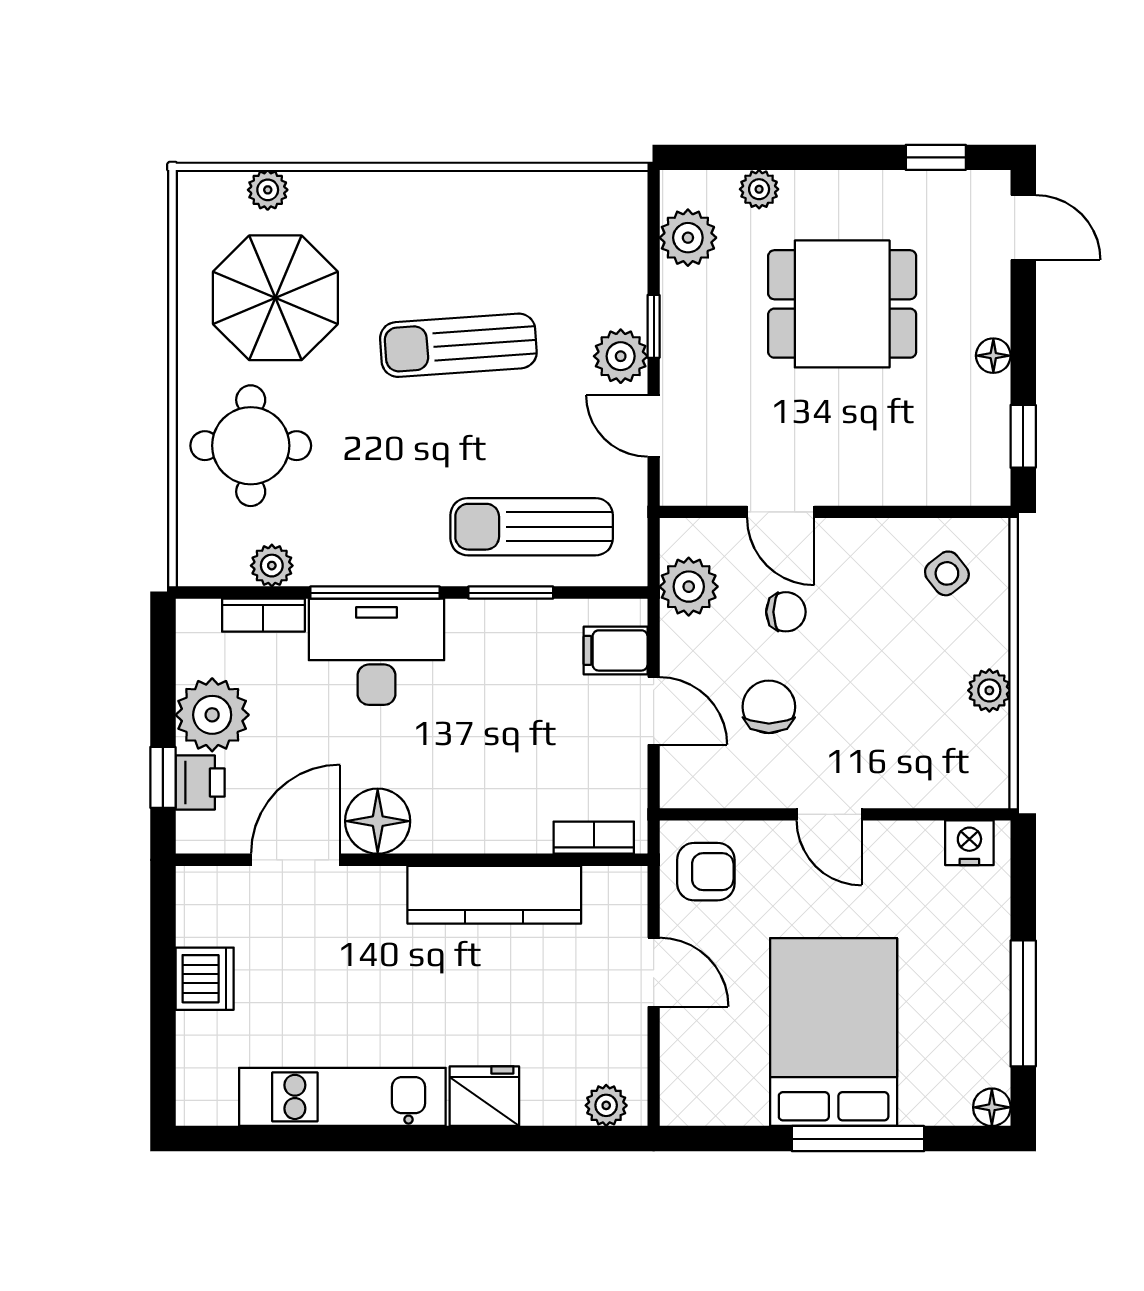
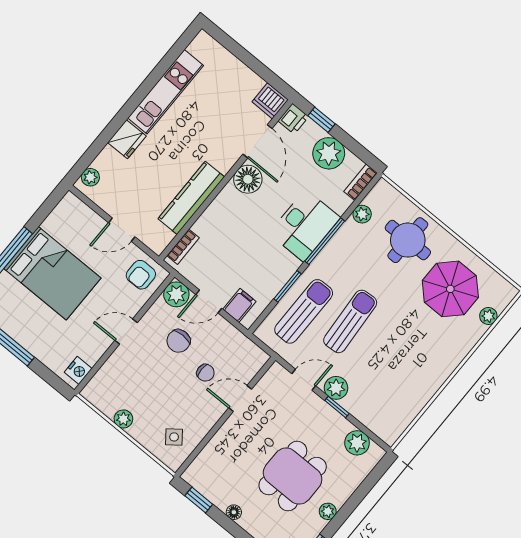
plant: (759, 189) -> (328, 511), moved
sun lounger: (458, 345) -> (350, 321), moved
plant: (689, 587) -> (176, 294), moved
chair: (786, 612) -> (205, 373), turned -90
bookcase: (263, 615) -> (361, 182), moved
chair: (769, 707) -> (178, 341), turned 90
printer: (200, 783) -> (293, 119), moved, turned -90
dishwasher: (205, 979) -> (270, 101), moved

